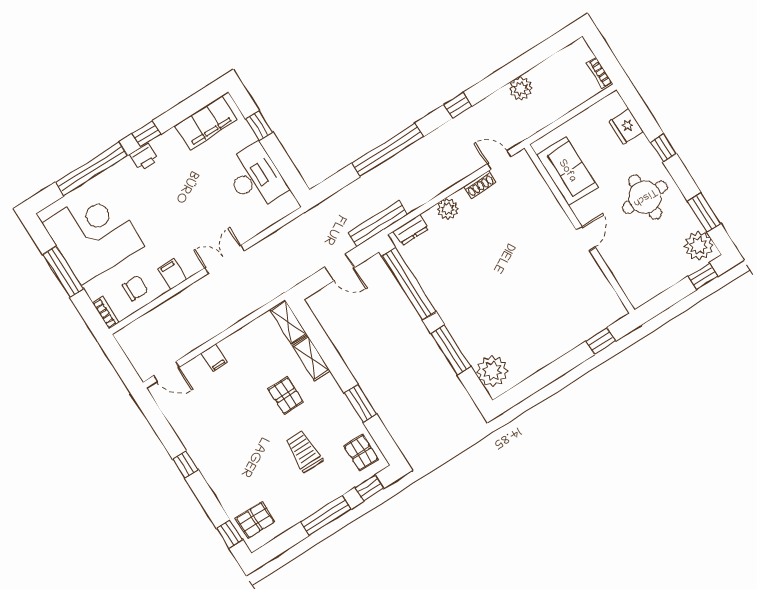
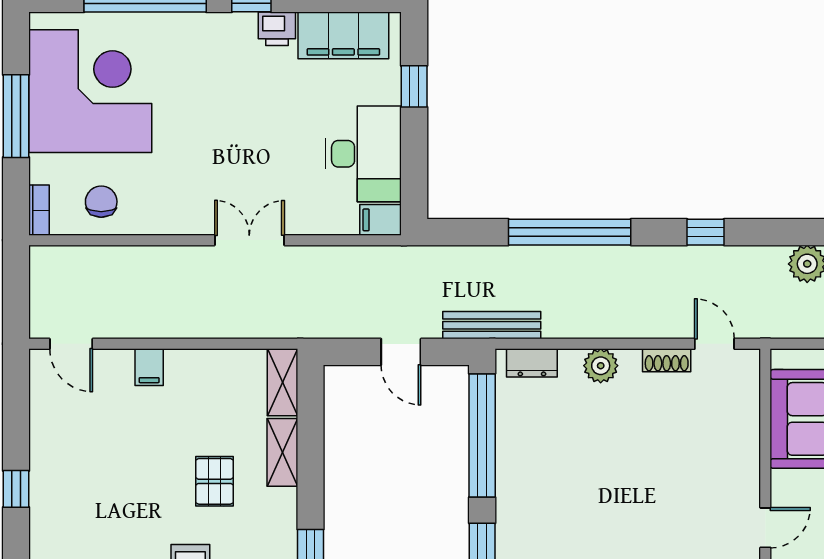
printer: (144, 157) -> (277, 29), moved
filing cabinet: (172, 274) -> (381, 220), moved, turned -90
chair: (135, 288) -> (101, 202), turned -90

